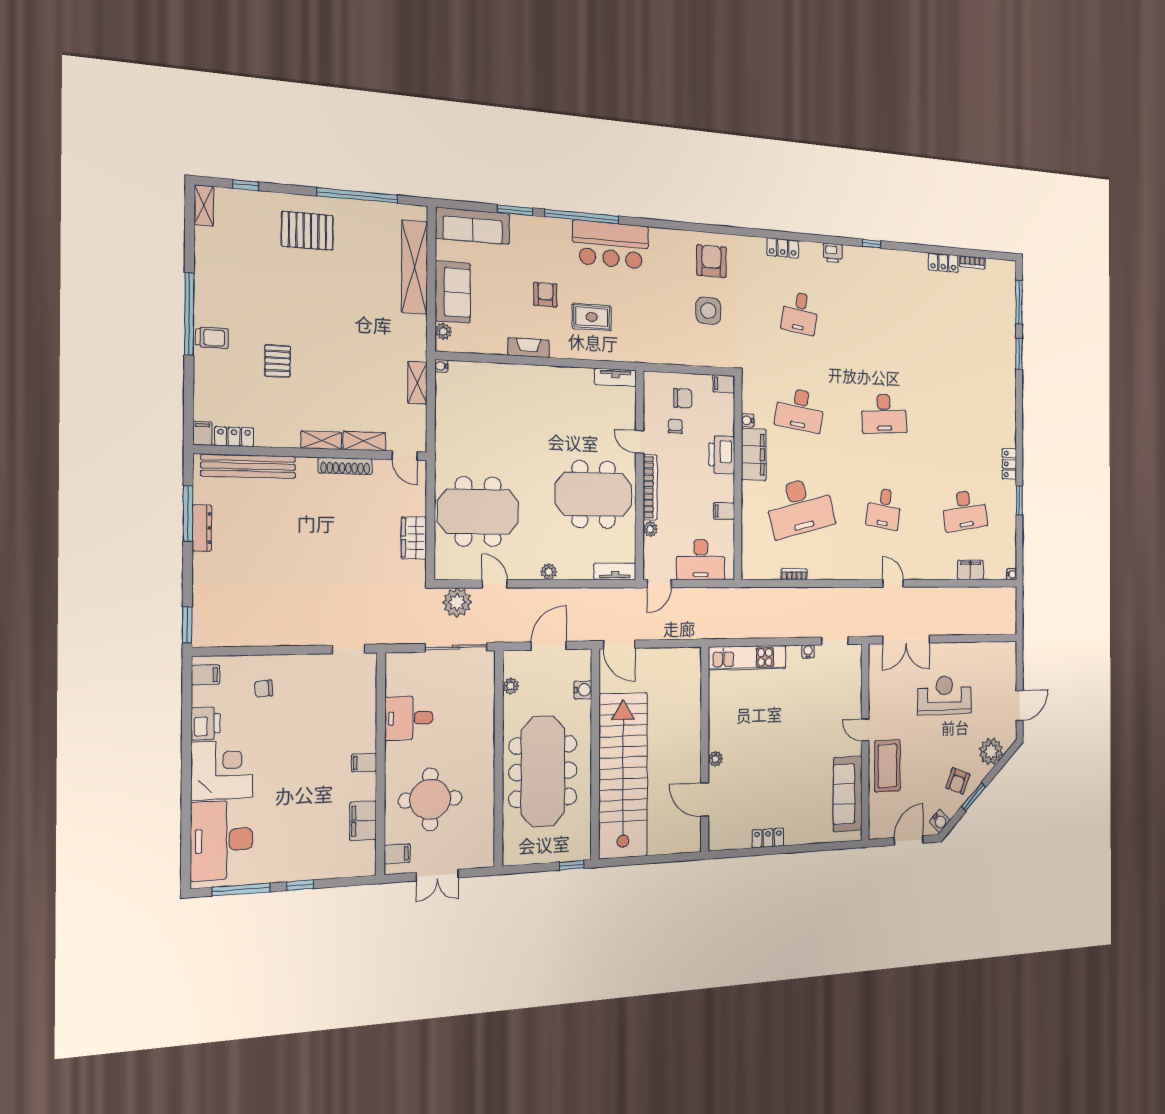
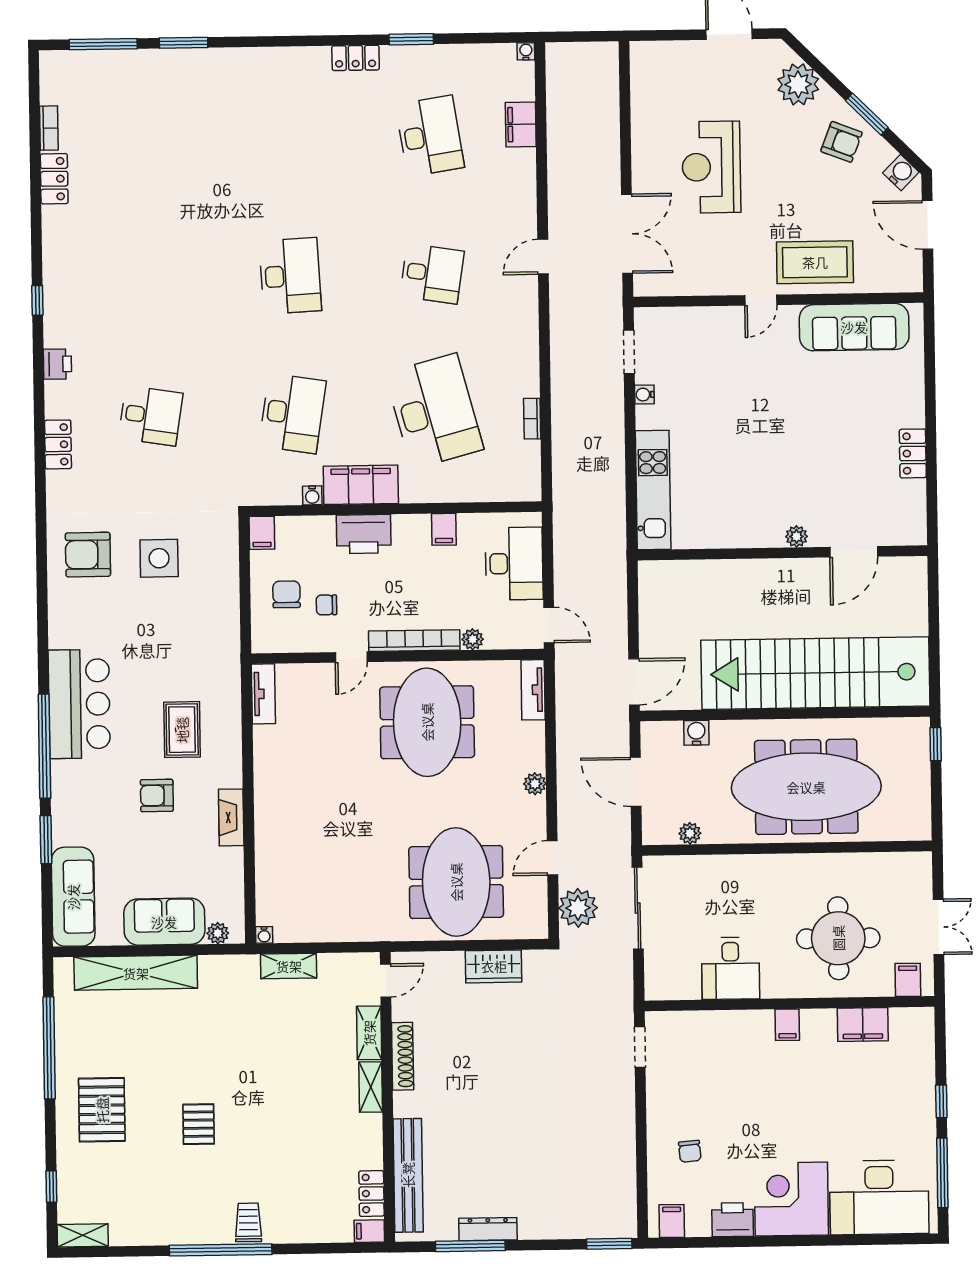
pallet: (277, 361) -> (199, 1124), moved, turned 90

